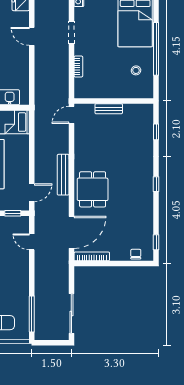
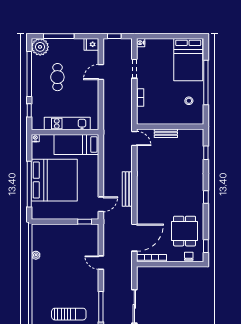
door: (32, 36) -> (101, 72), hinge flipped
door: (71, 115) -> (134, 138), swing flipped
dining table: (93, 189) -> (185, 231), moved
door: (32, 242) -> (101, 263), moved

